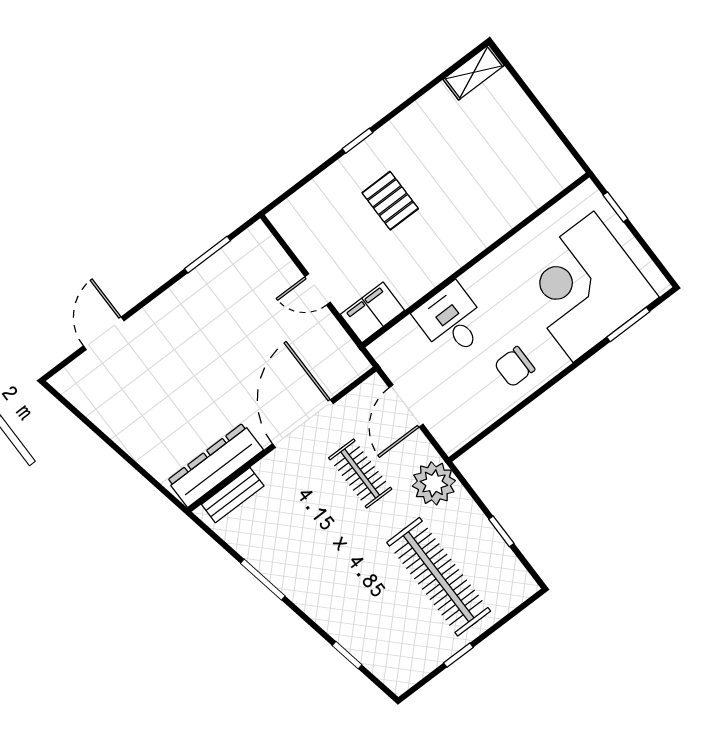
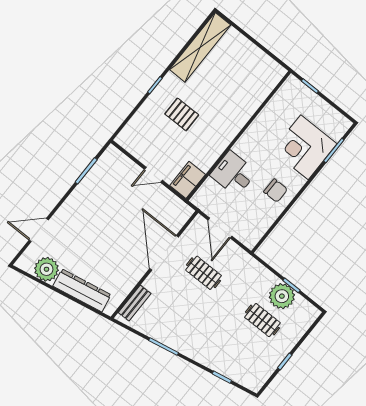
shelving: (474, 72) -> (200, 47), width x2.20, depth x1.33
corner desk: (583, 287) -> (304, 147), width x0.74, depth x0.74
door: (104, 333) -> (39, 230), hinge flipped
chair: (515, 367) -> (276, 191), turned -90
plant: (100, 402) -> (46, 269), added
dresser: (215, 465) -> (82, 290), moved, turned 79
plant: (434, 483) -> (282, 296), moved
clothes rail: (439, 577) -> (262, 320), width x0.54, depth x0.76

